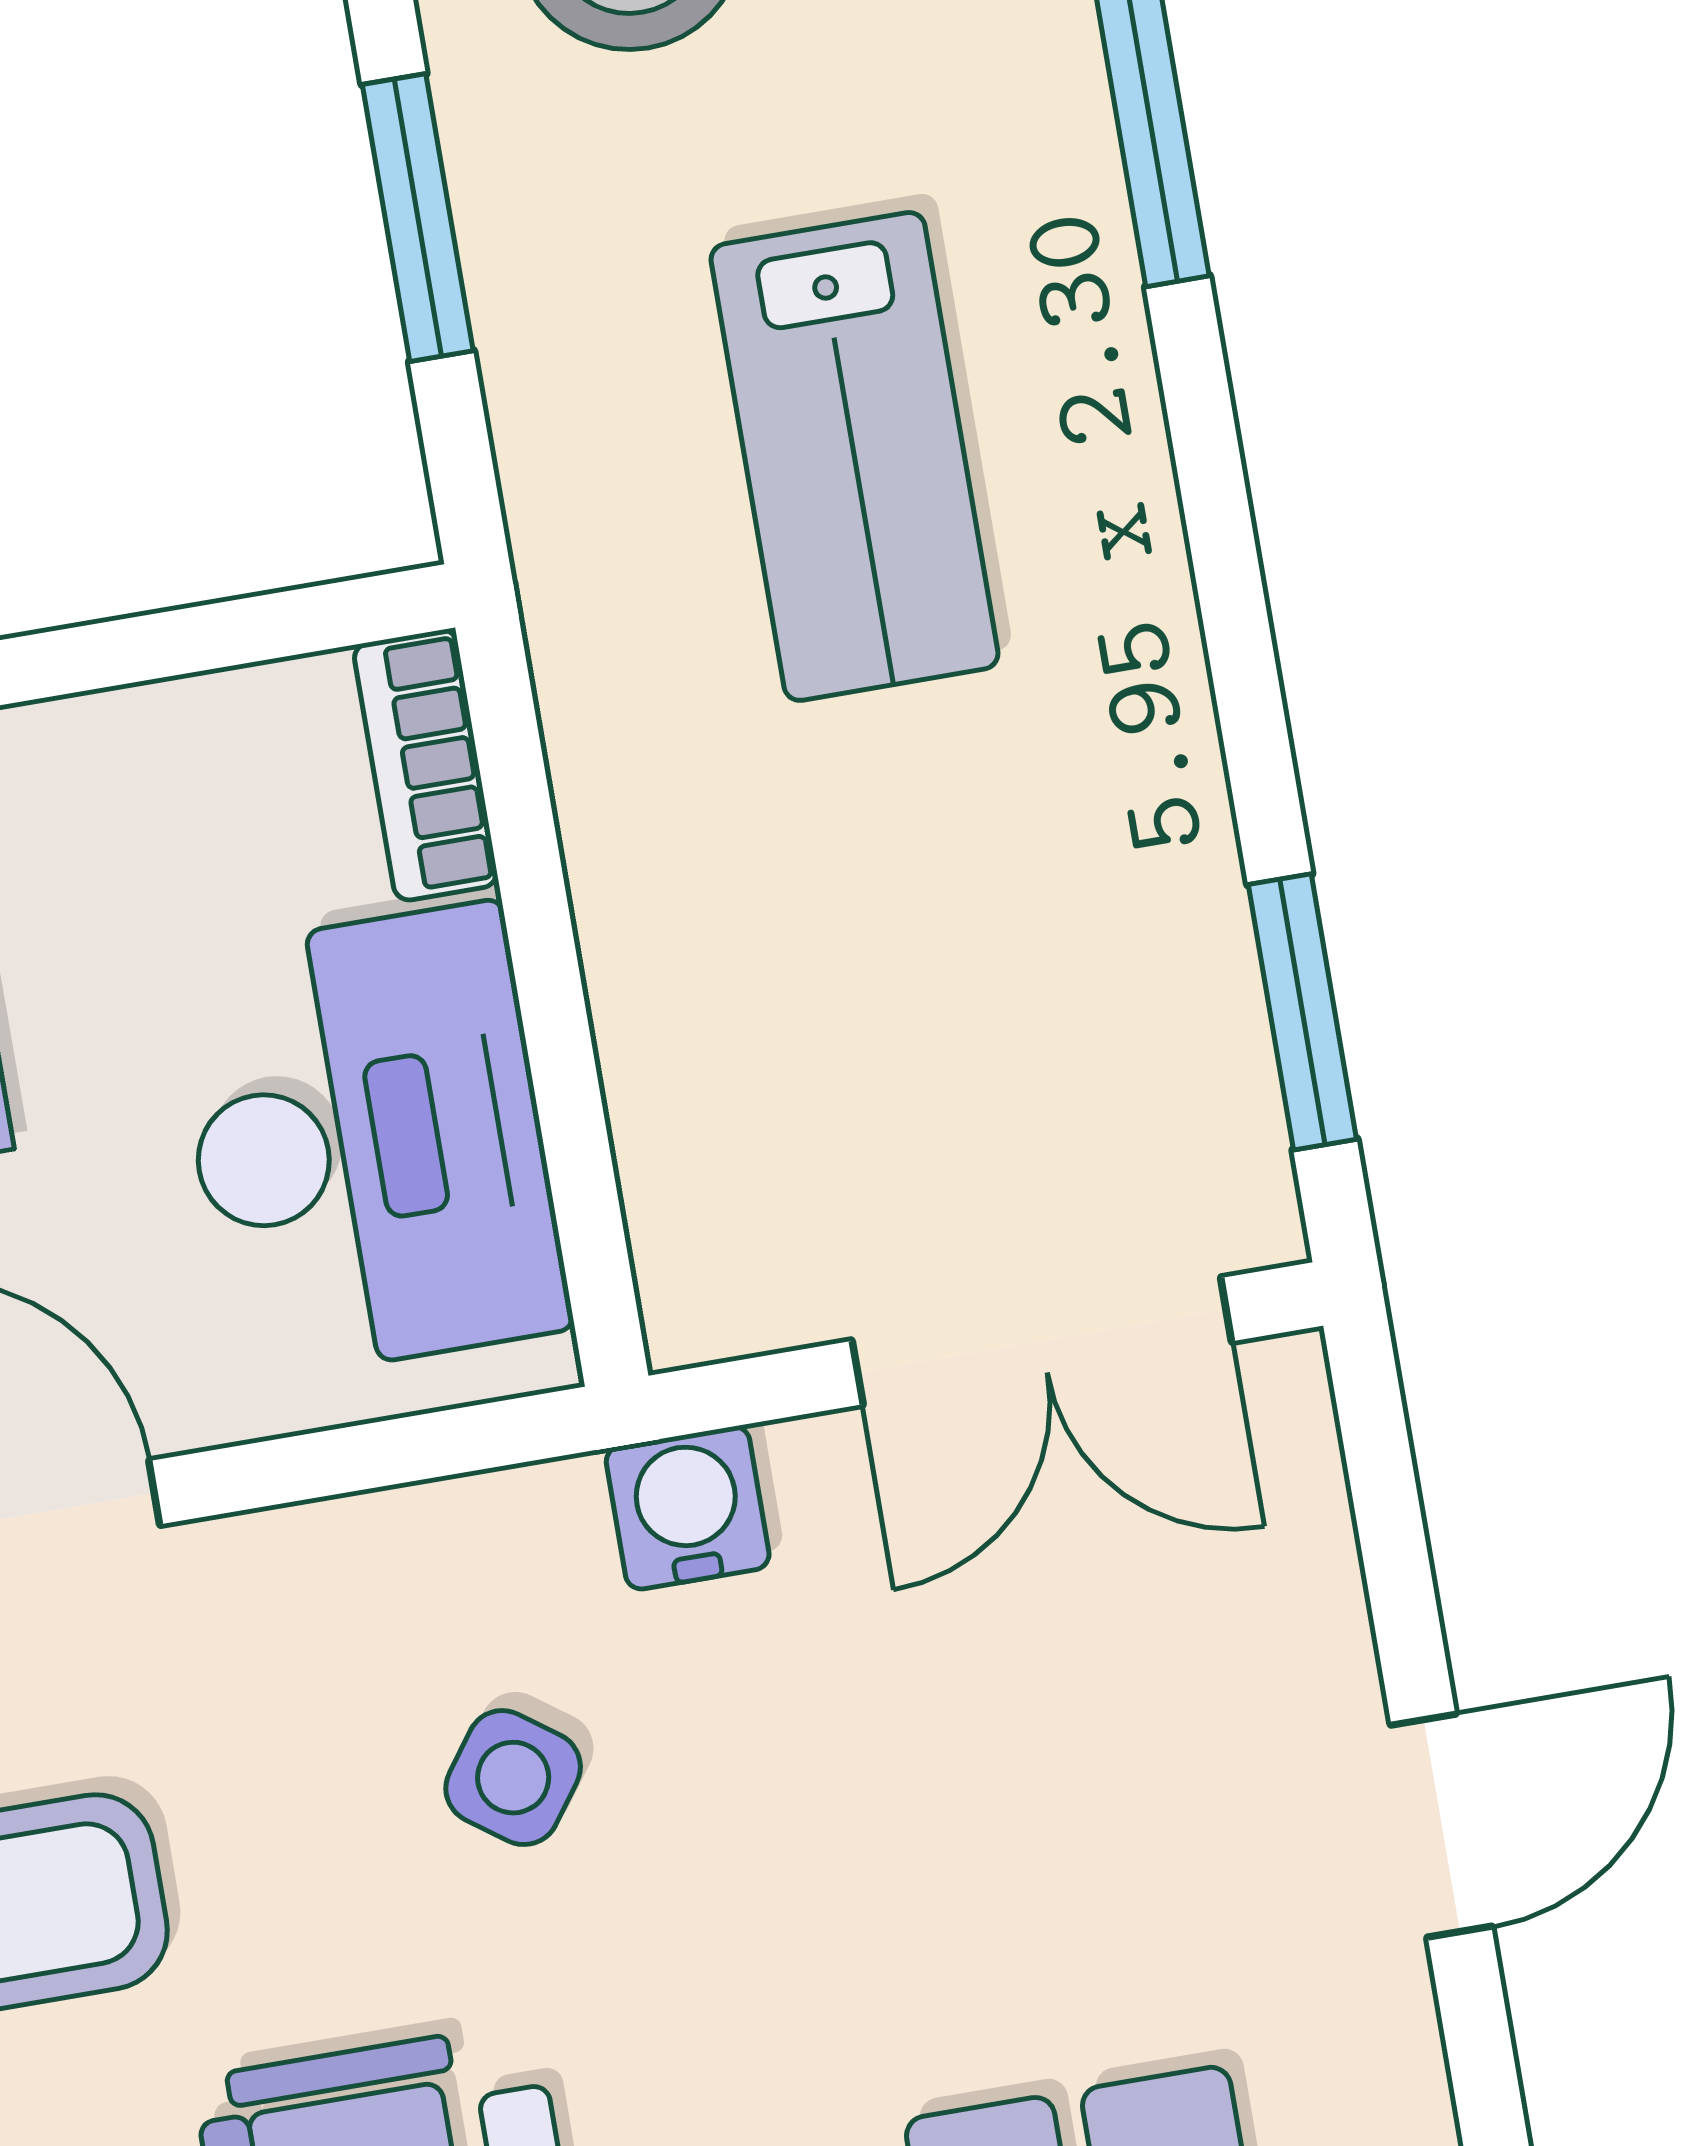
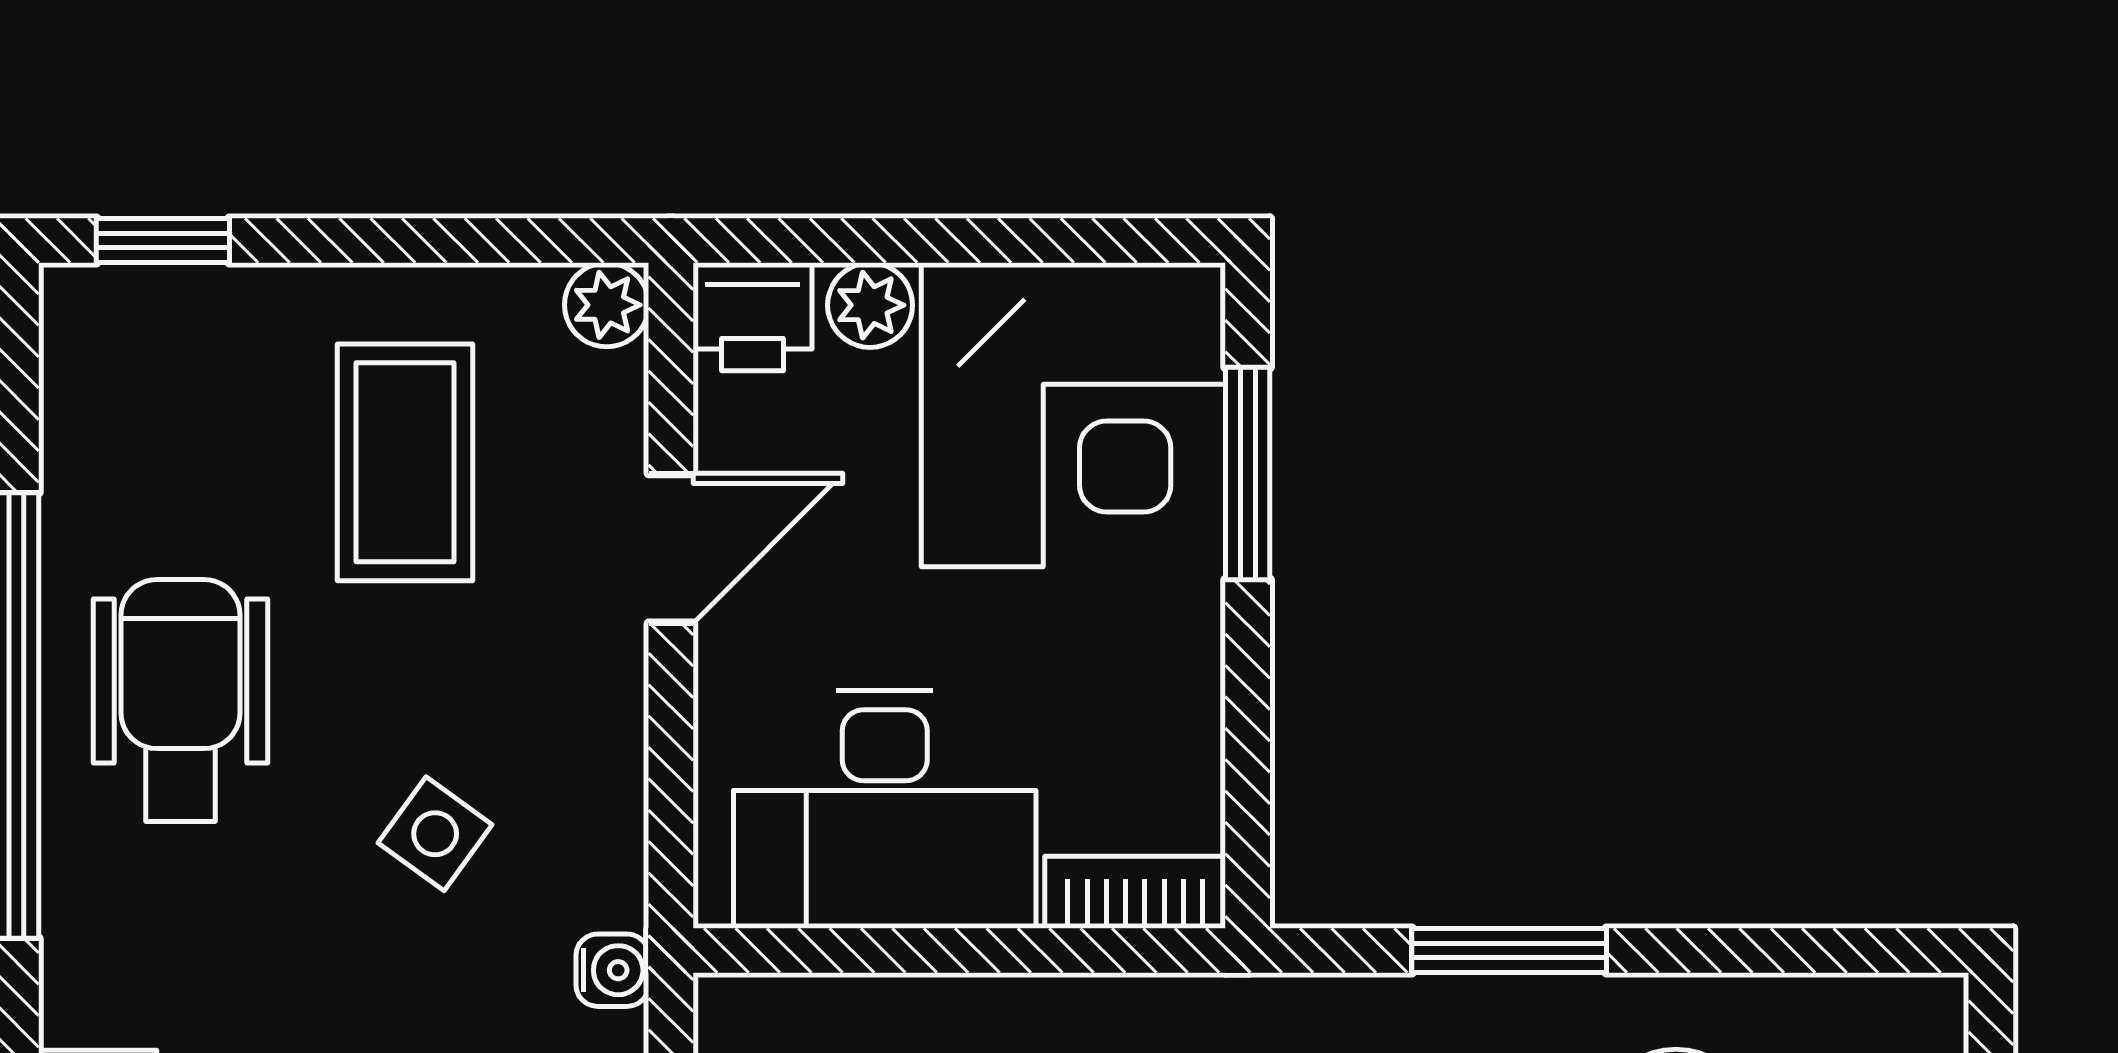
water cooler: (688, 1508) -> (612, 970), width x0.72, depth x0.72

